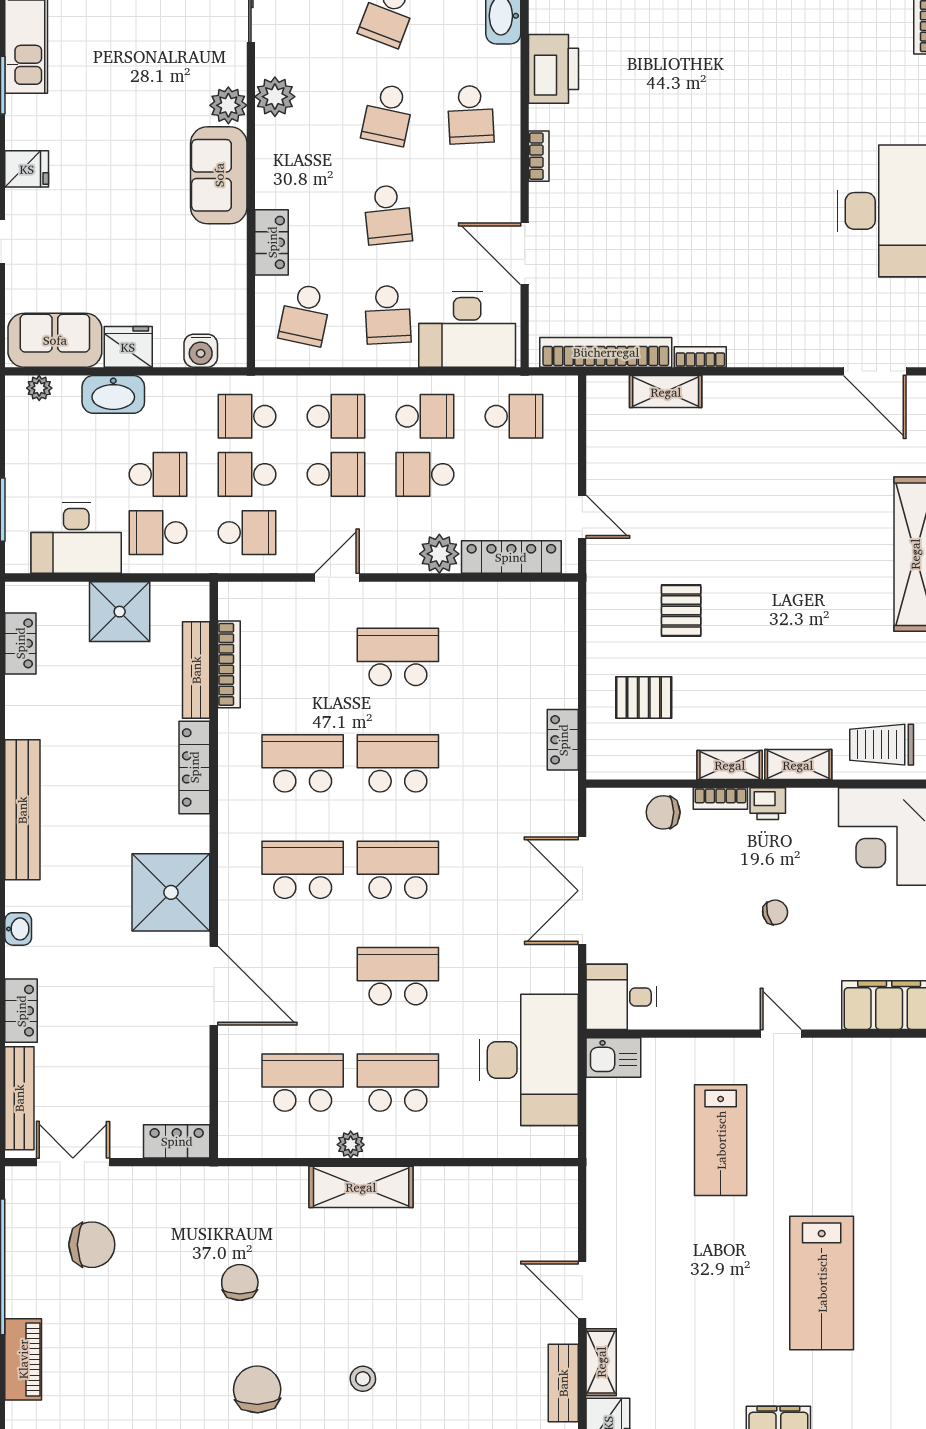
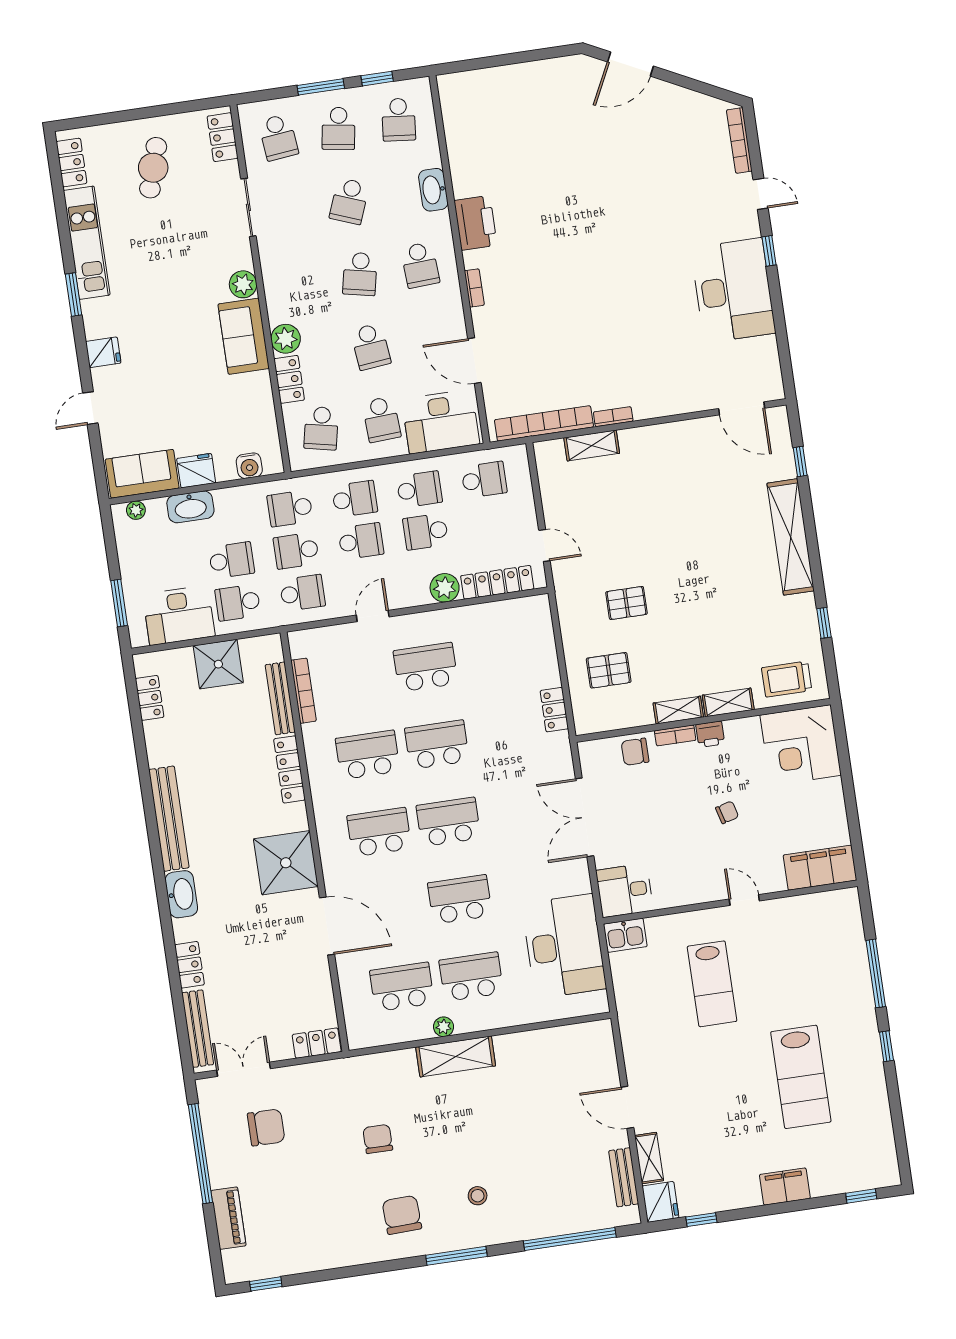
plant: (275, 97) -> (286, 339), moved
pallet: (681, 610) -> (626, 603), turned 90
washbasin: (18, 929) -> (181, 894), width x1.91, depth x1.45

